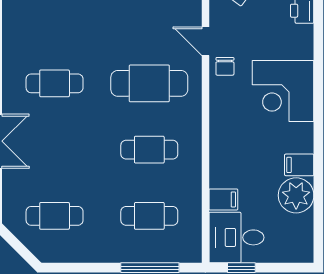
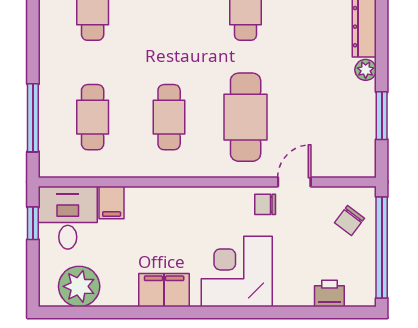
filing cabinet: (299, 165) -> (164, 290), width x2.00
plant: (296, 195) -> (79, 286), moved

